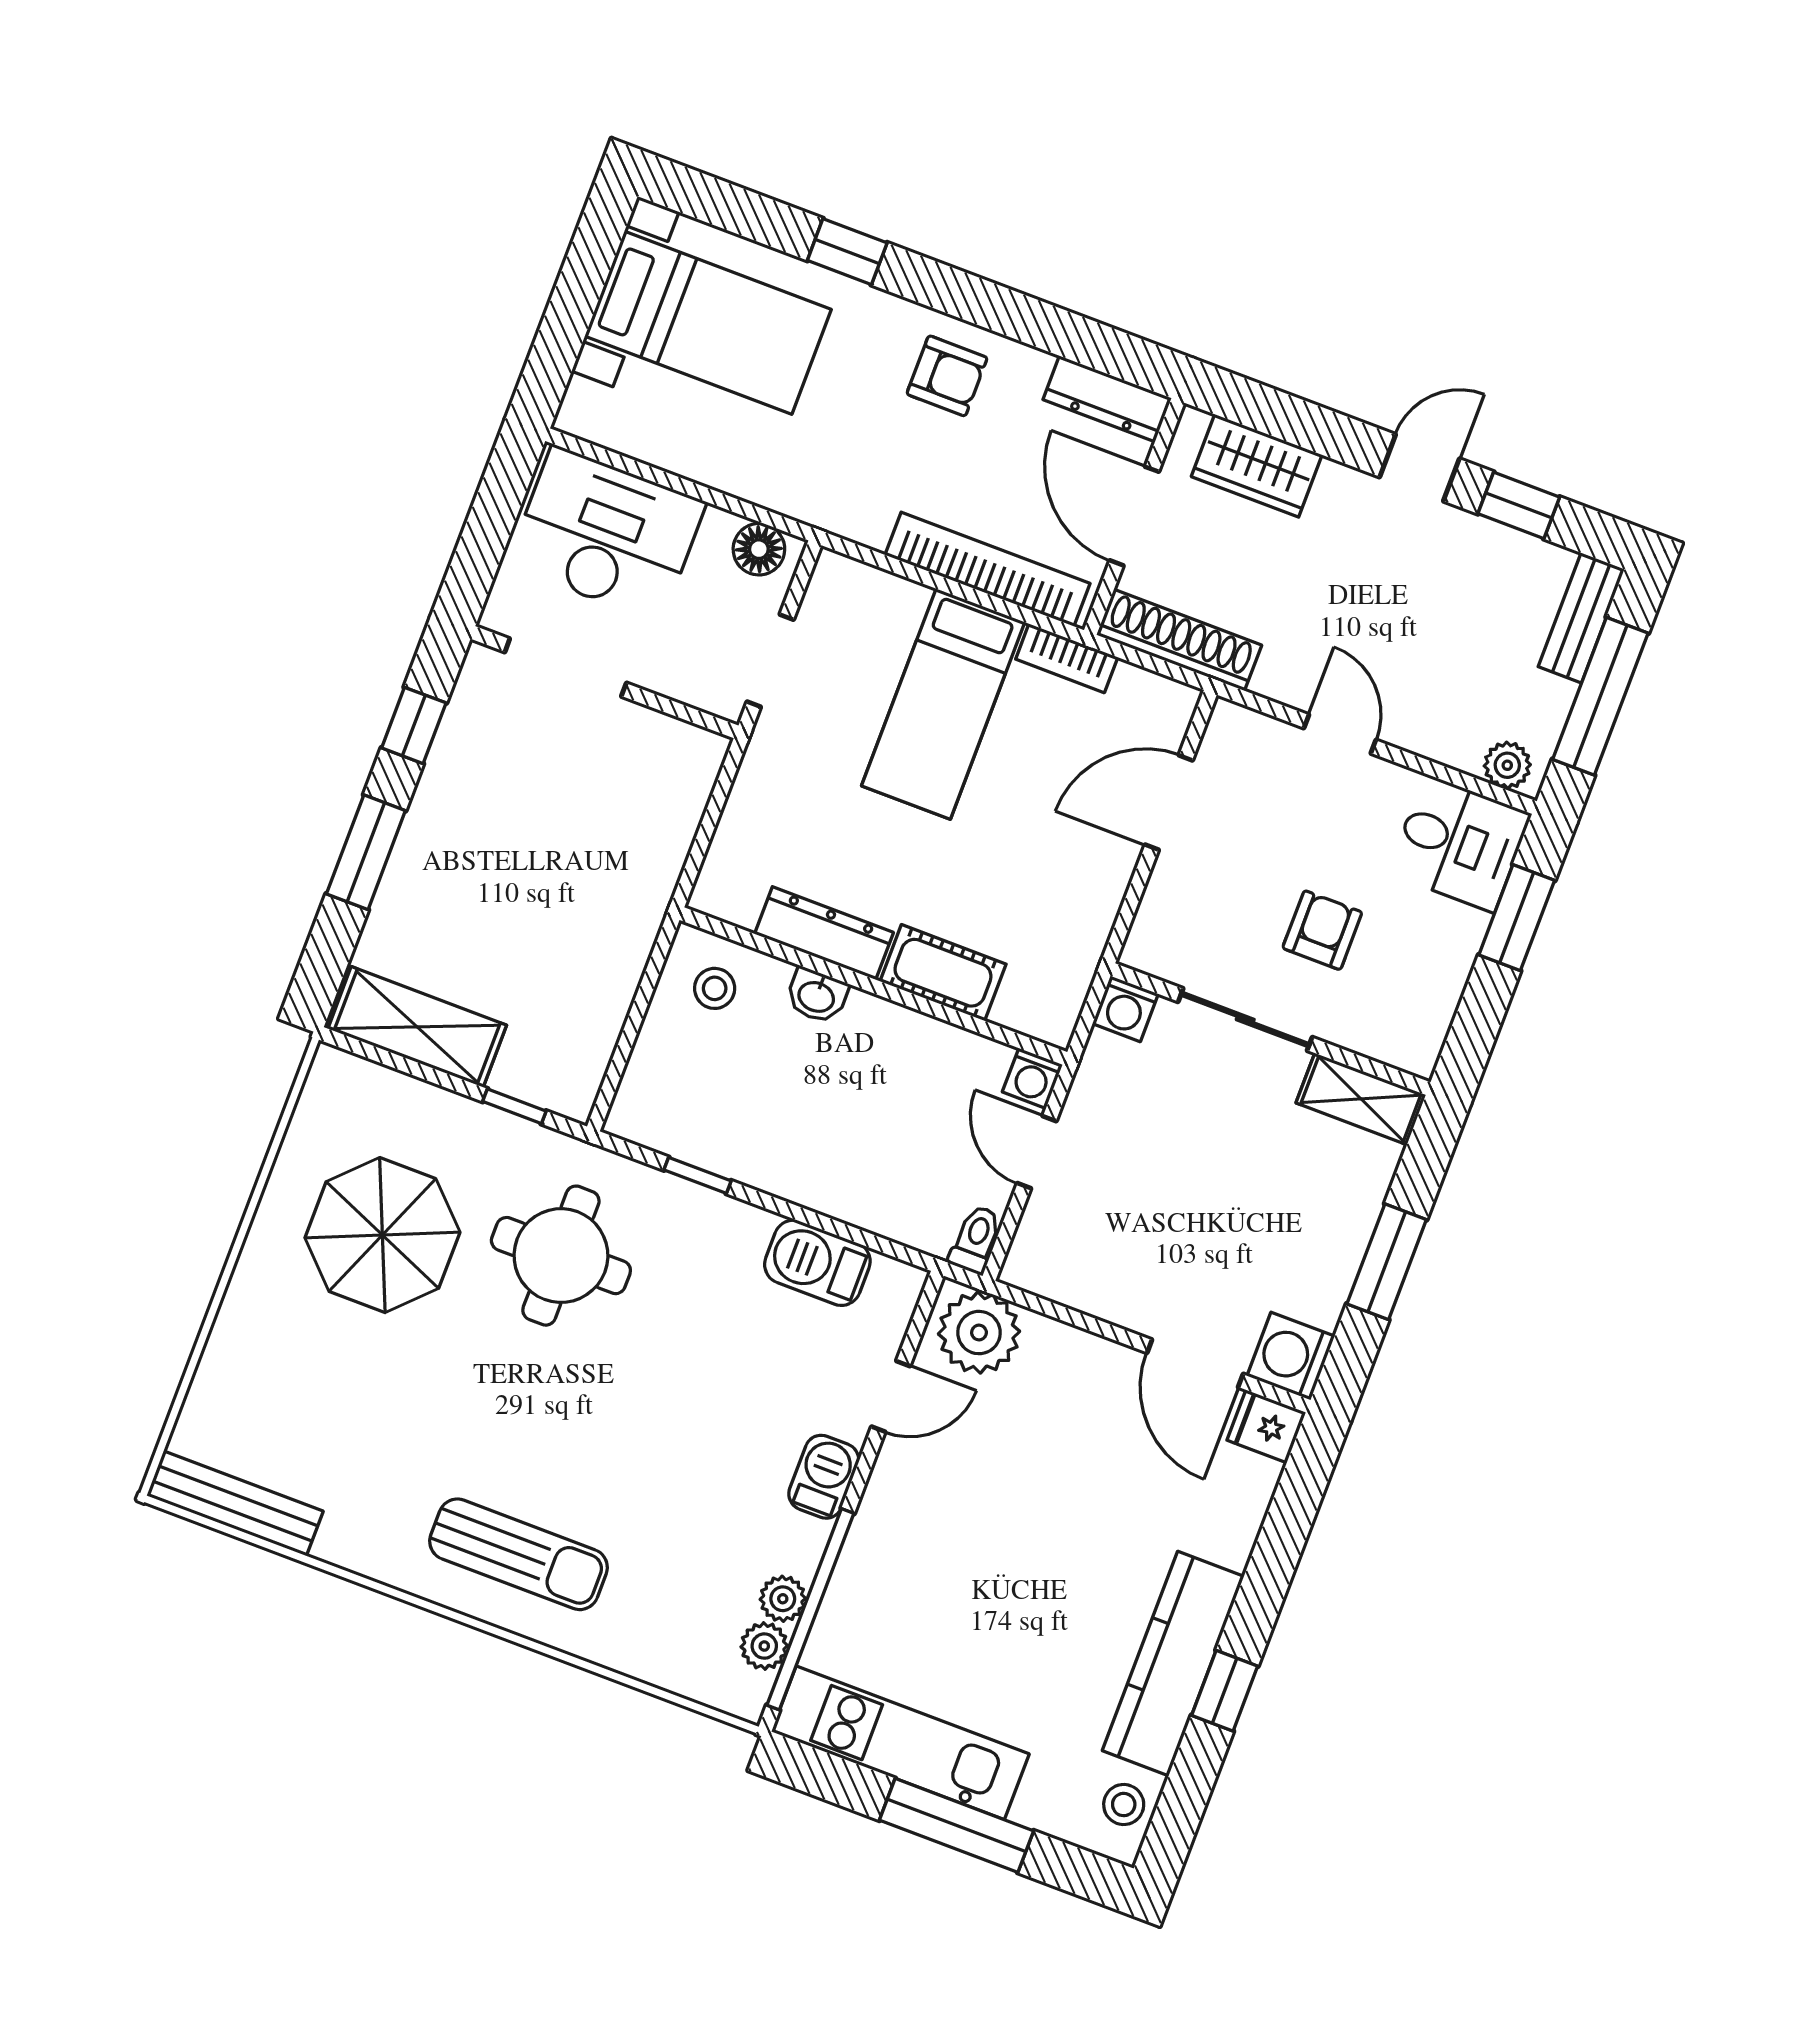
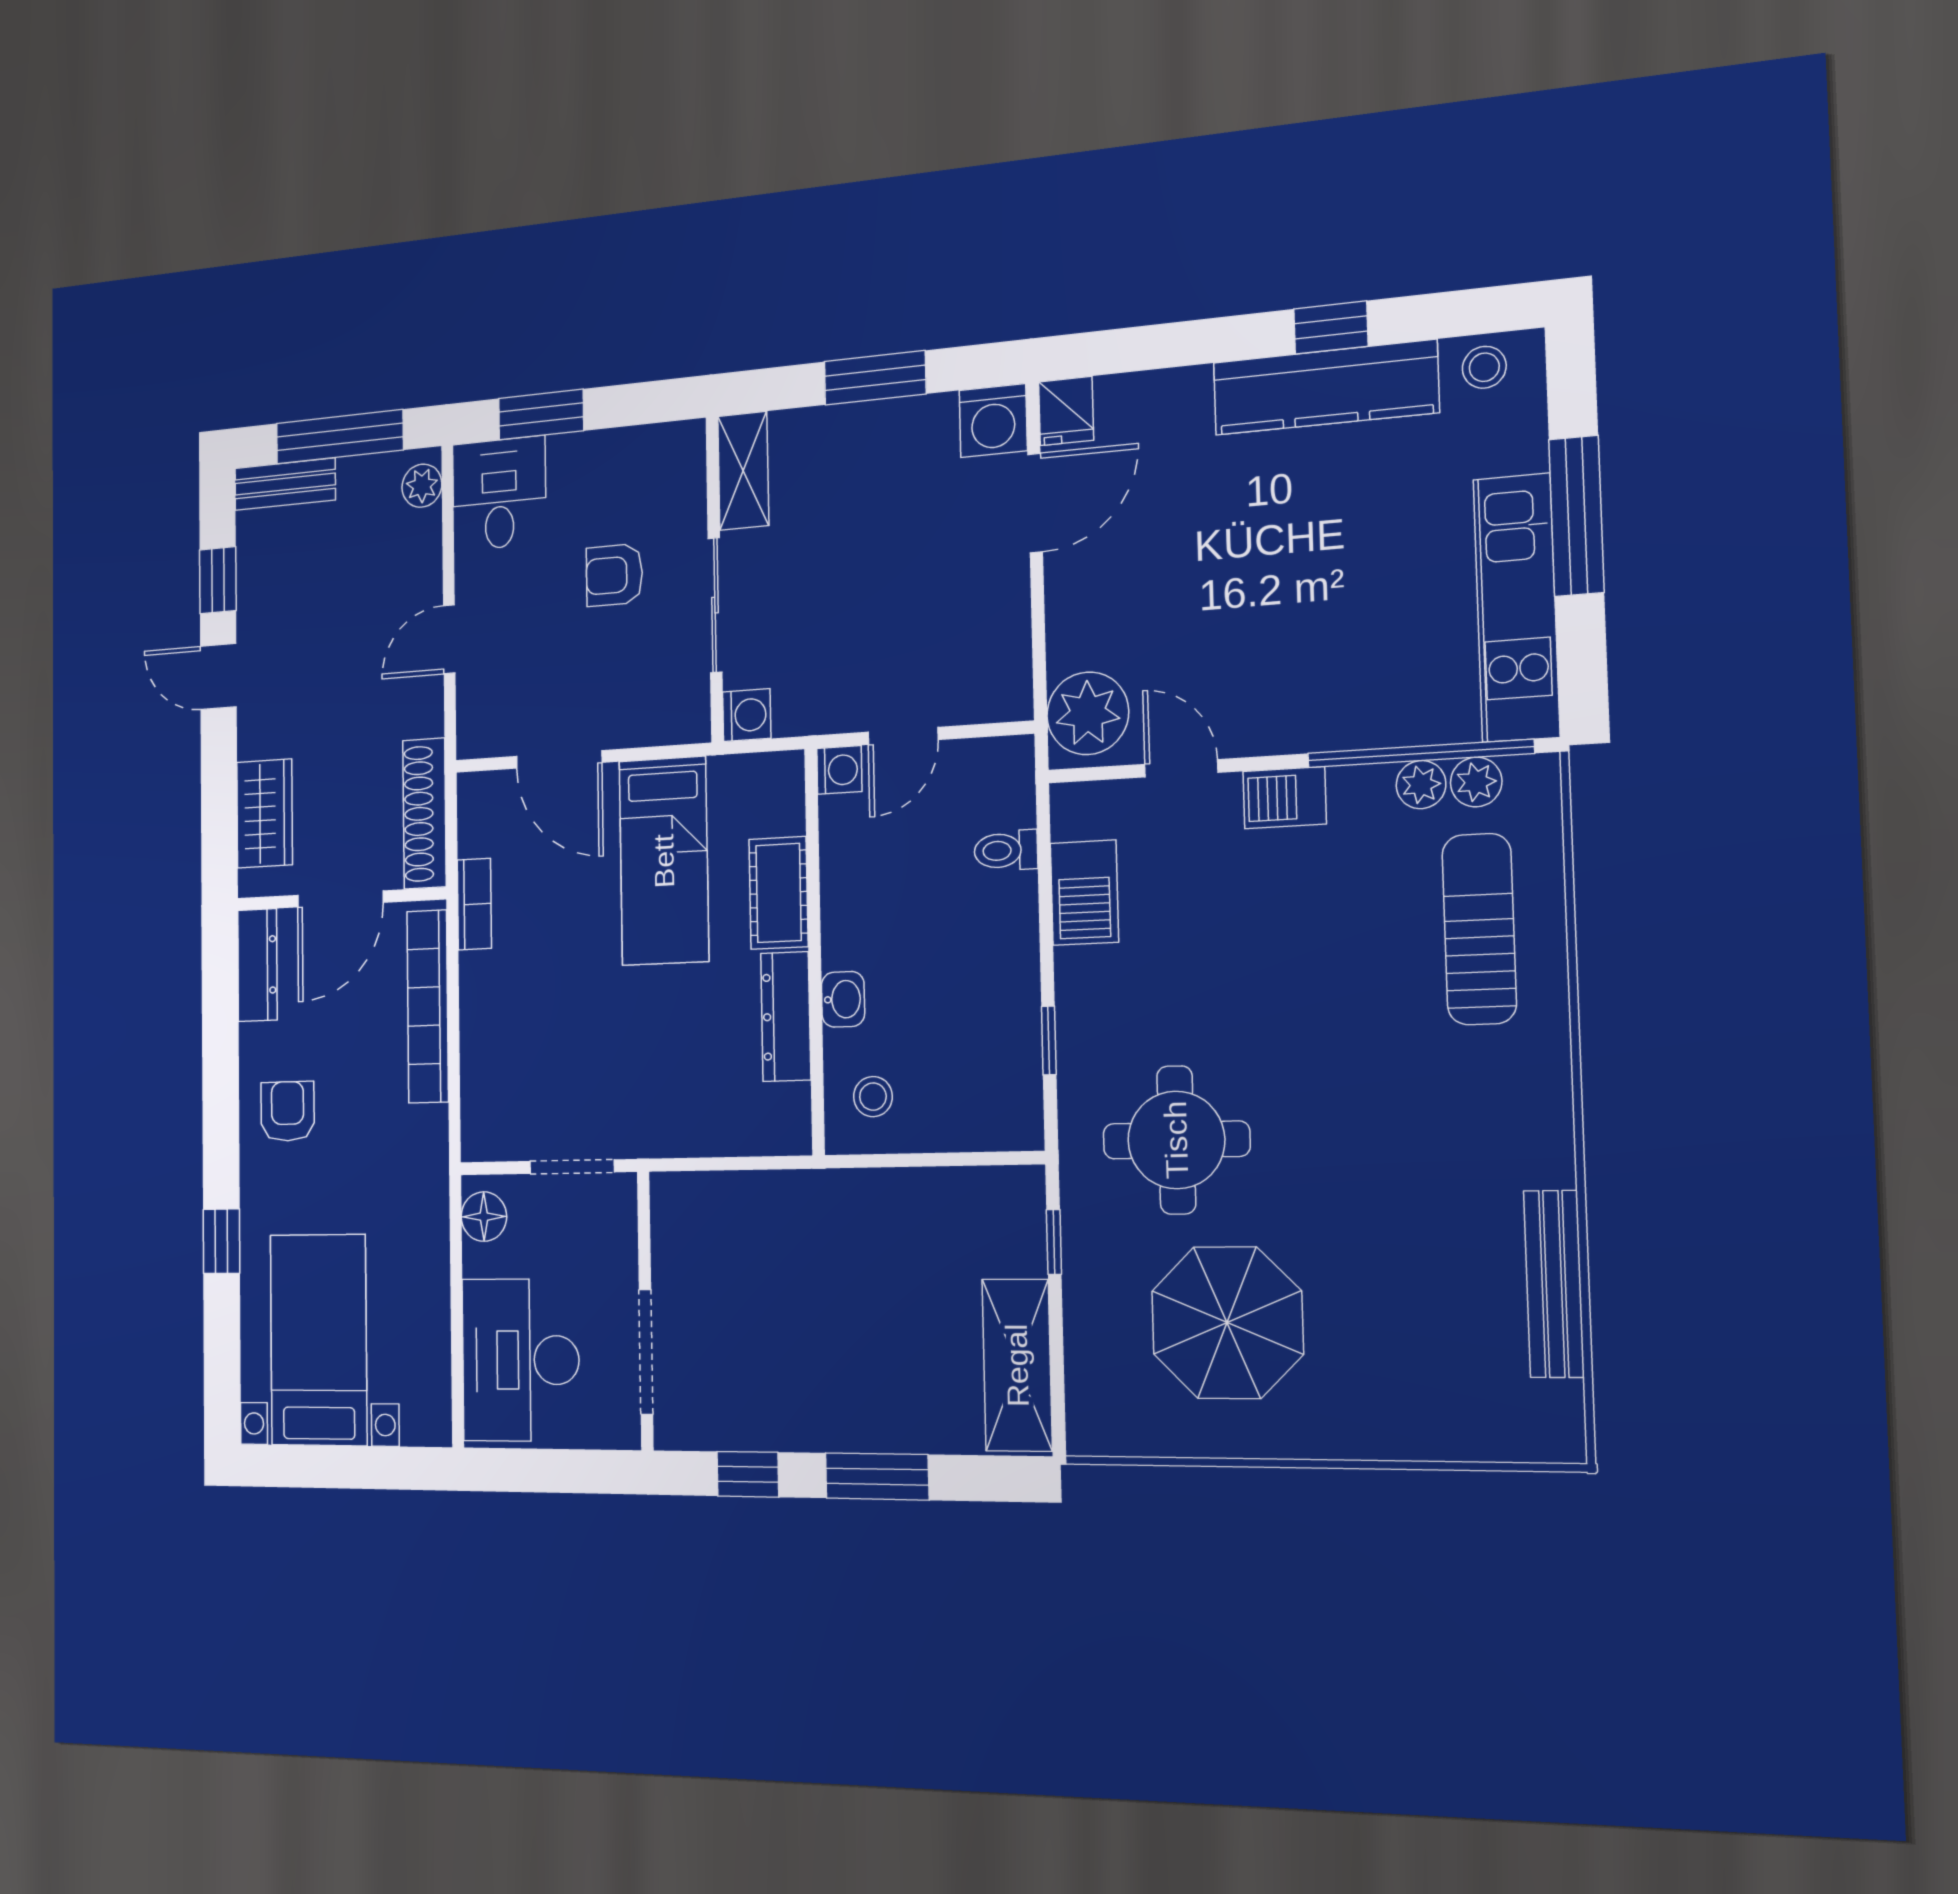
bed: (943, 704) -> (664, 861), moved, turned 90
toilet: (976, 1239) -> (1006, 850), moved
bench: (235, 1503) -> (1554, 1284), moved
sun lounger: (519, 1554) -> (1479, 929), moved

